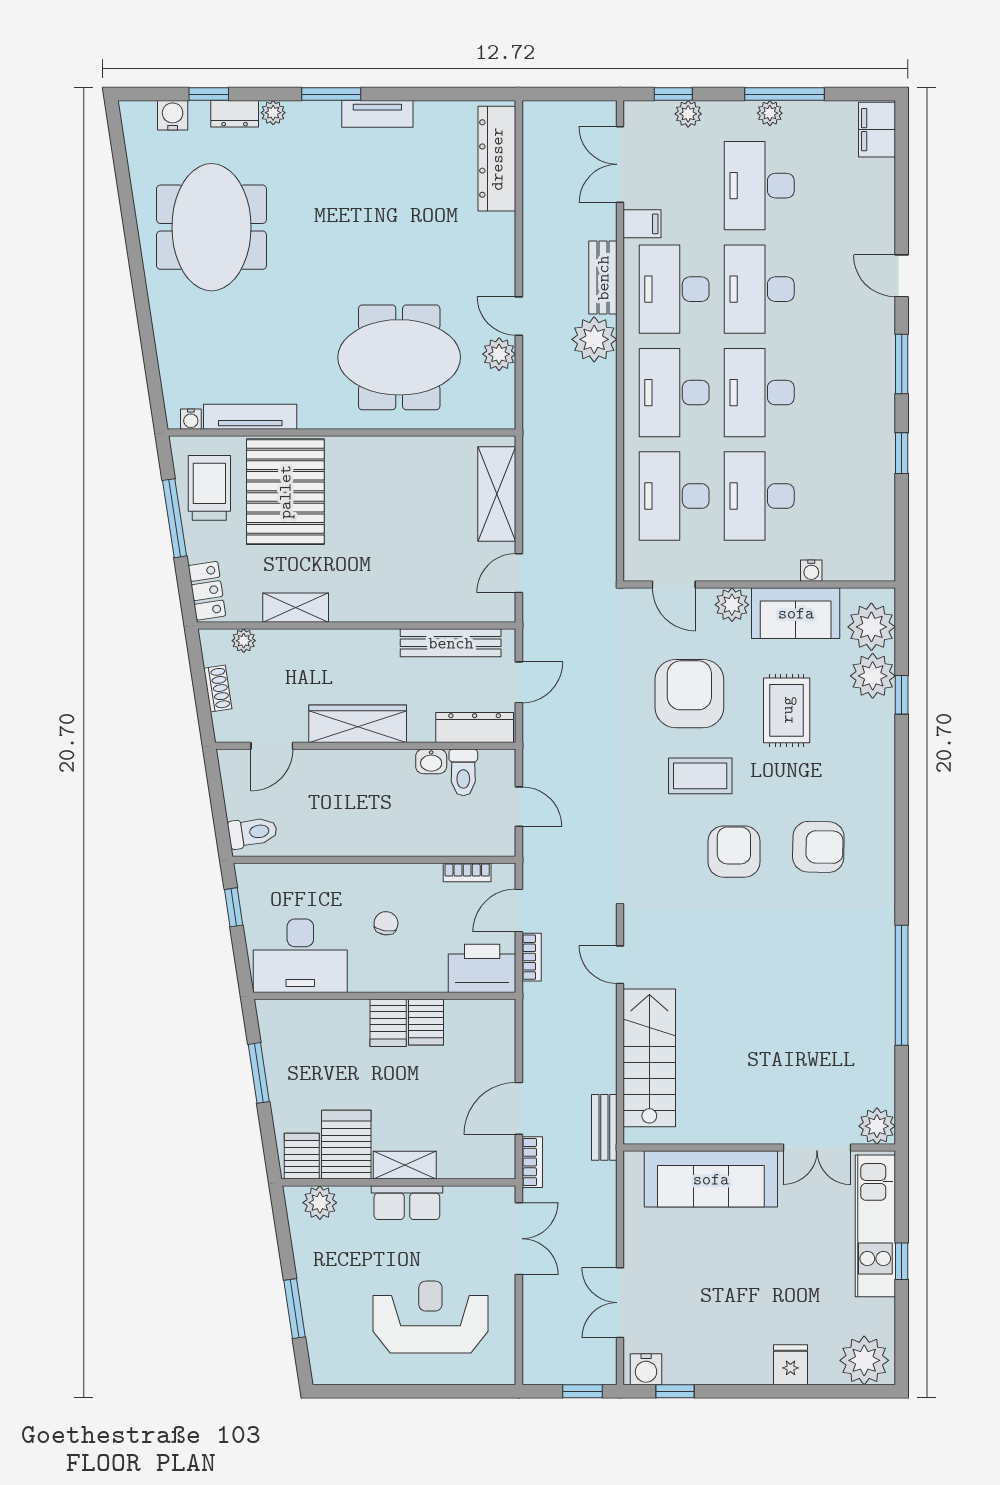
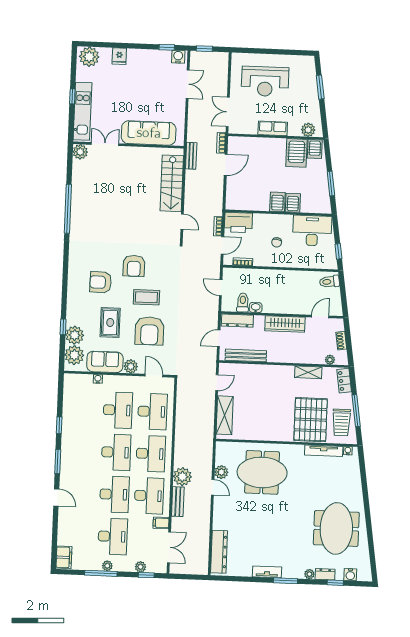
armchair: (818, 847) -> (101, 282), moved
server rack: (426, 1022) -> (293, 203), moved
shelving: (405, 1165) -> (273, 144), removed

